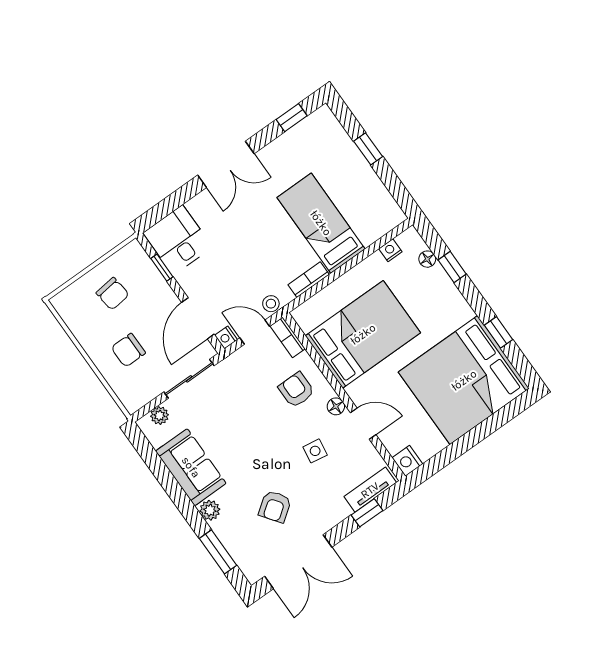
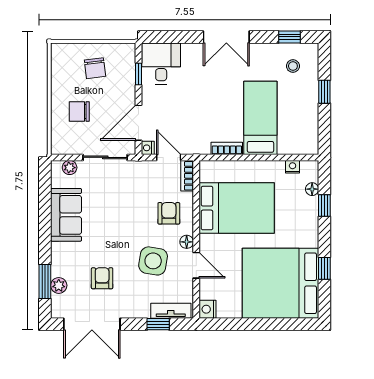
stool: (271, 304) -> (293, 66), moved
side table: (315, 451) -> (153, 261), width x1.87, depth x1.87
armchair: (275, 507) -> (102, 278), turned 126
plant: (210, 510) -> (59, 285), moved

